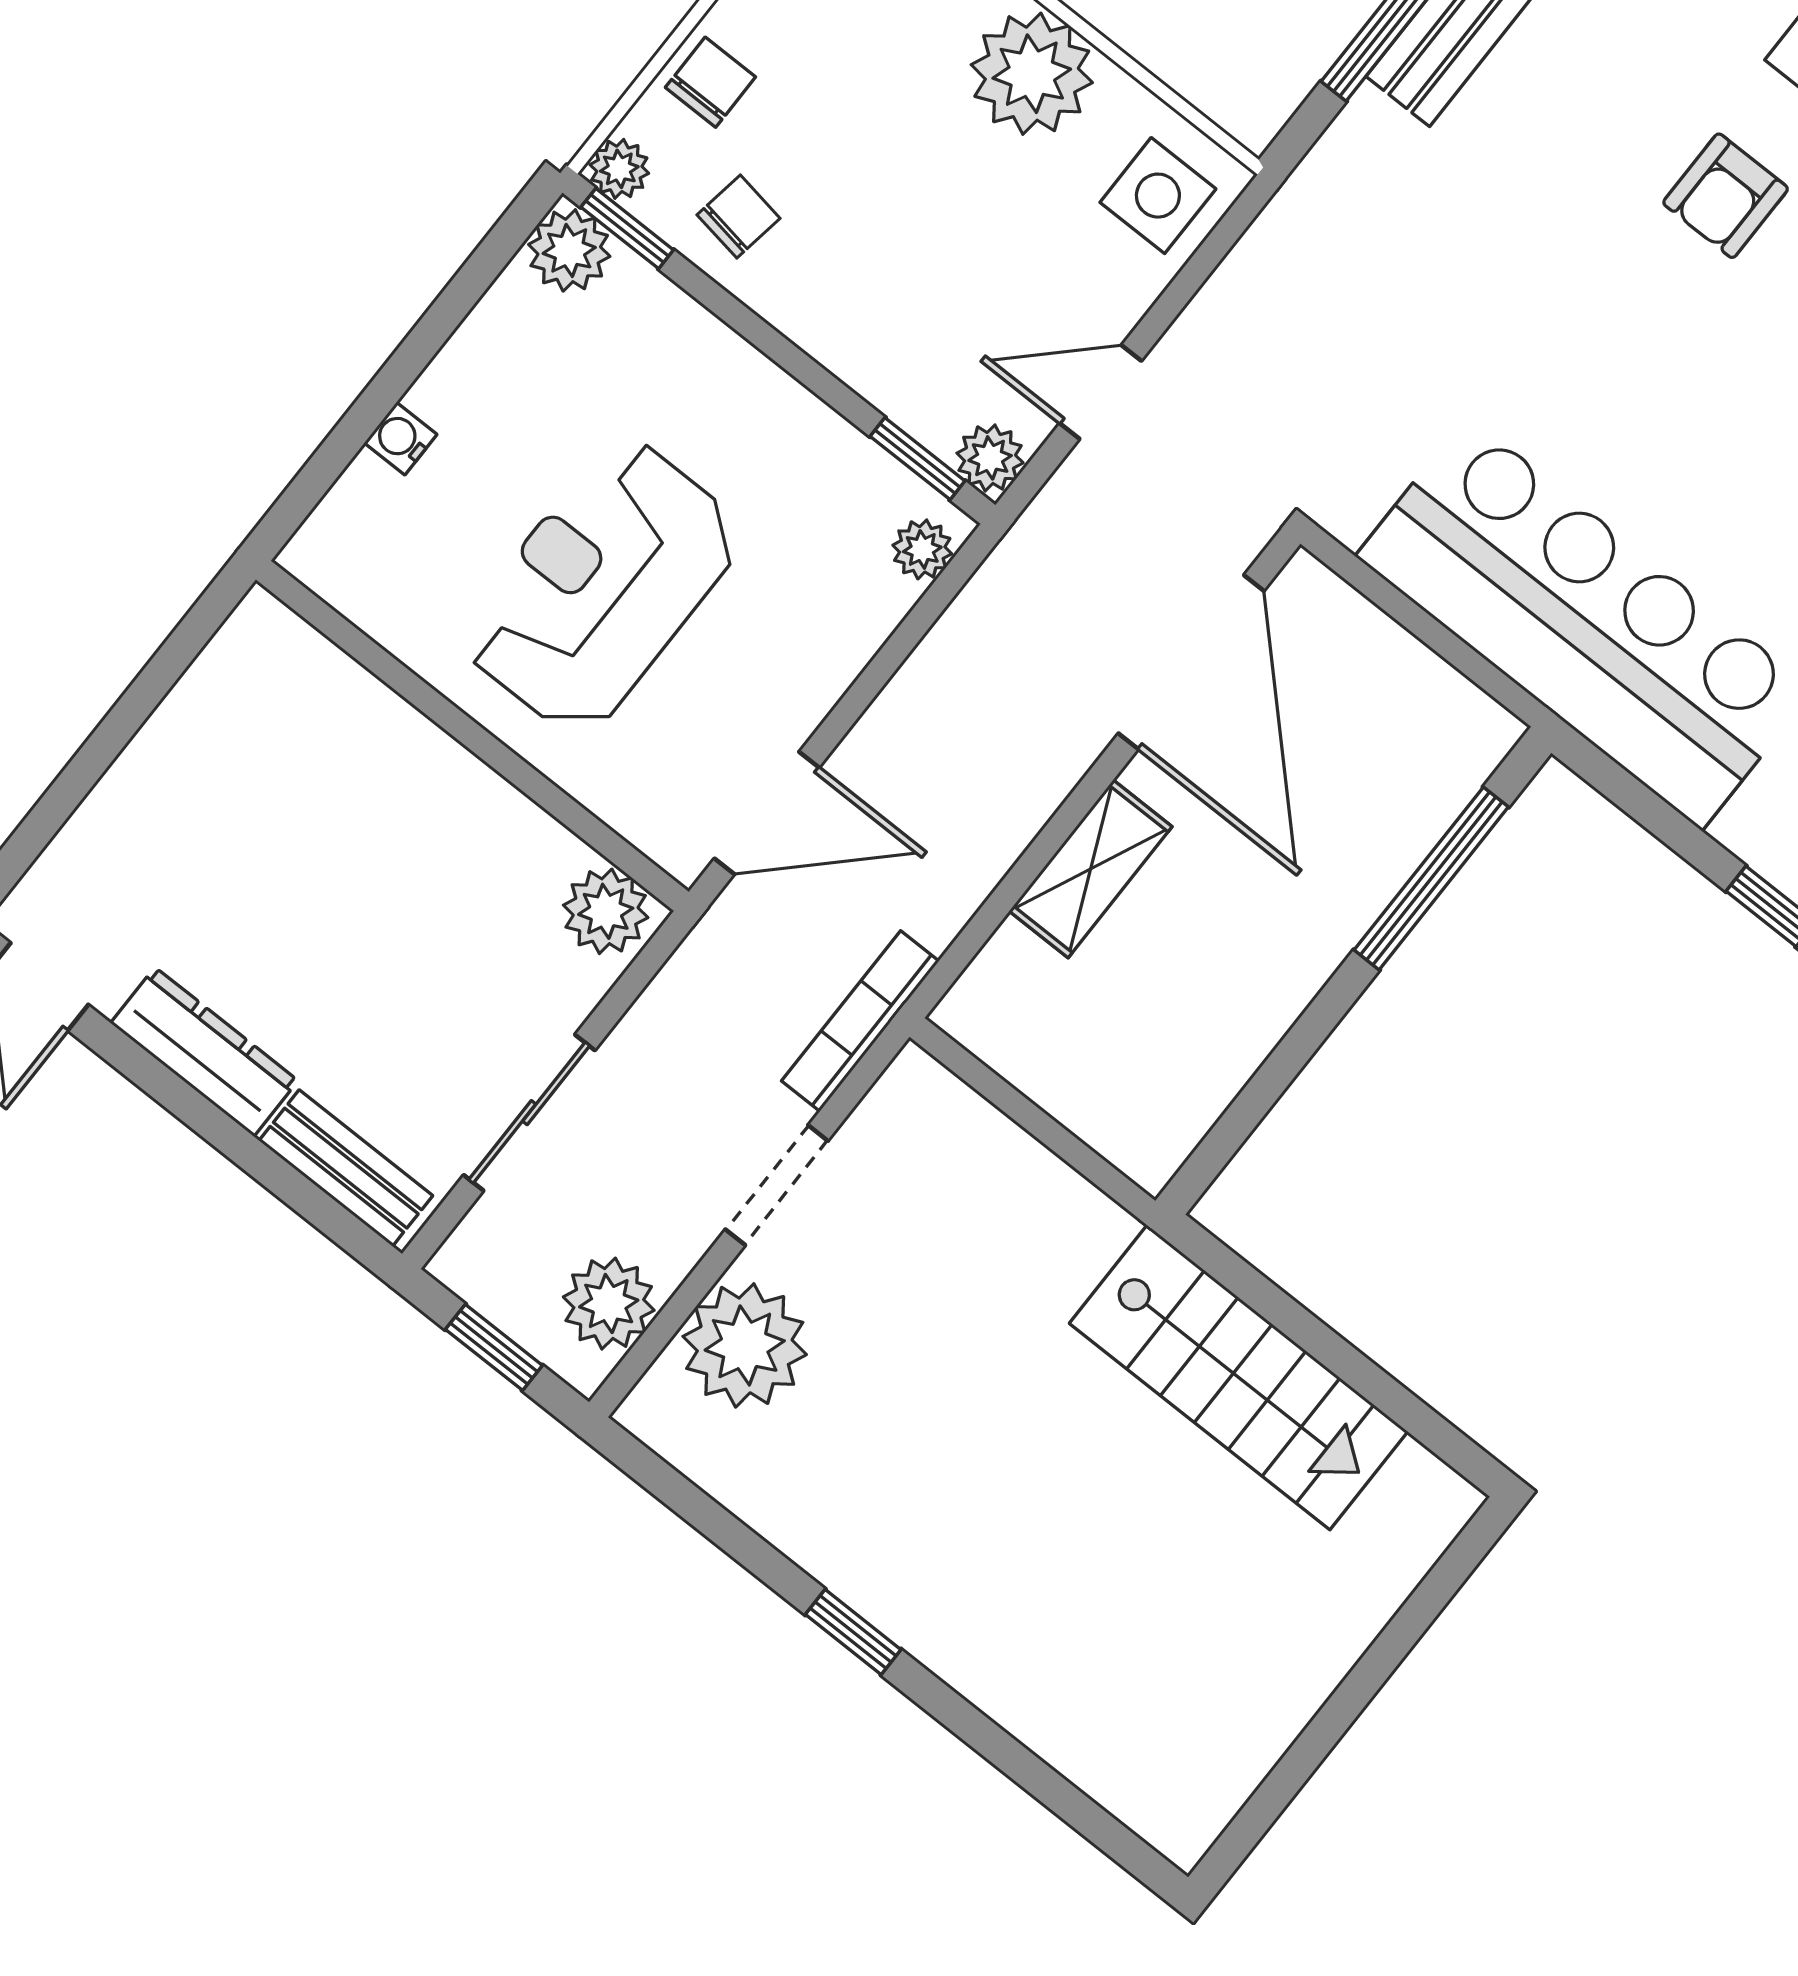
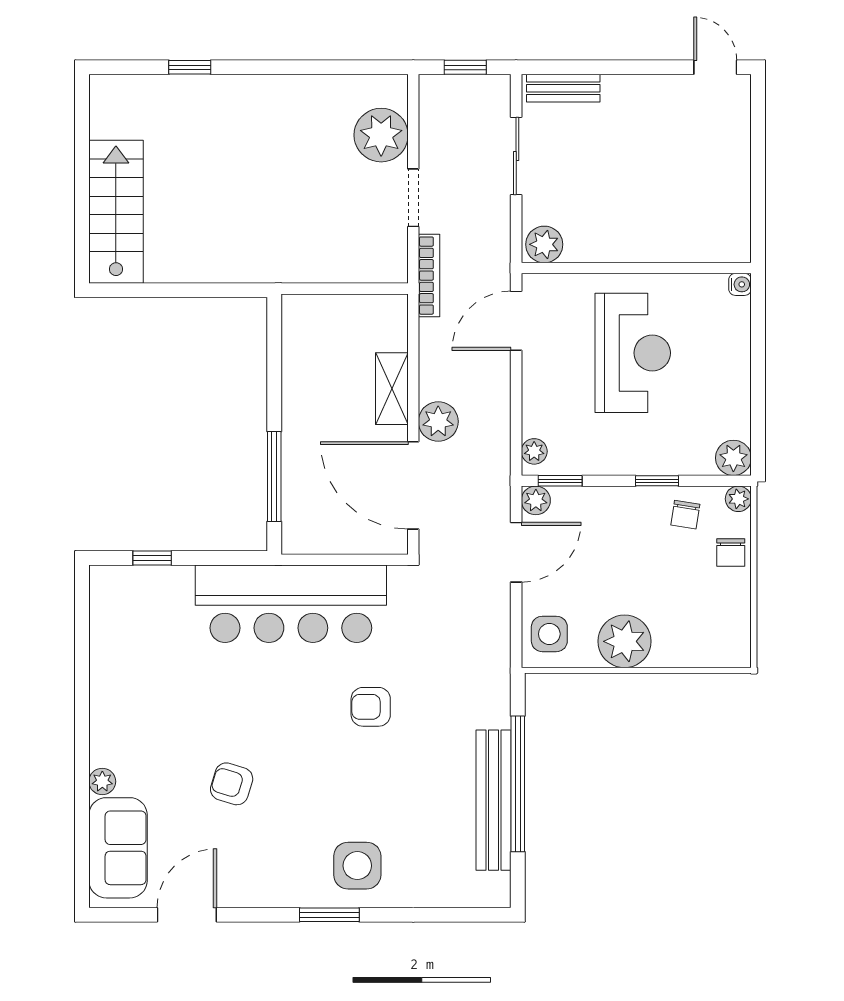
armchair: (1726, 196) -> (371, 707), moved, turned -90
window: (627, 229) -> (657, 481), moved
door: (1100, 392) -> (516, 552), width x1.38
water cooler: (401, 439) -> (740, 284), moved
dresser: (204, 1052) -> (642, 90), removed
plant: (609, 1304) -> (438, 422), moved
stairs: (1239, 1377) -> (116, 212), moved, turned 90
window: (853, 1632) -> (190, 67), moved

